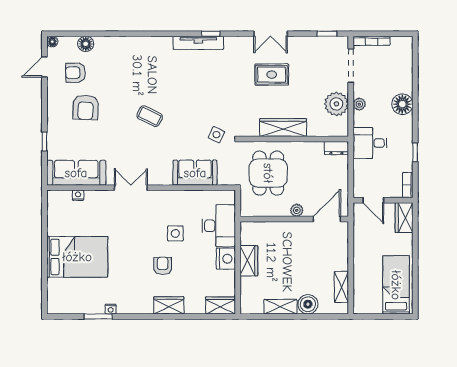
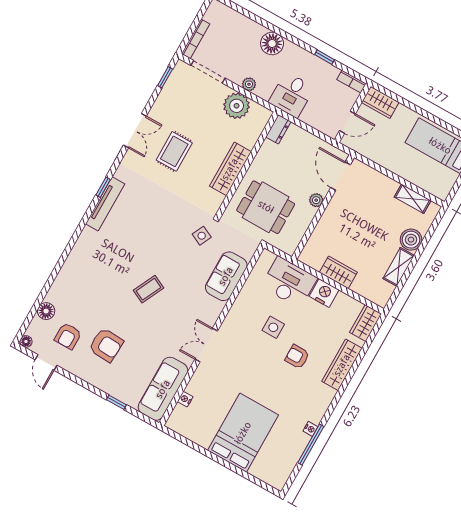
wardrobe: (169, 305) -> (342, 365), width x1.50
window: (98, 316) -> (311, 445), width x1.44

